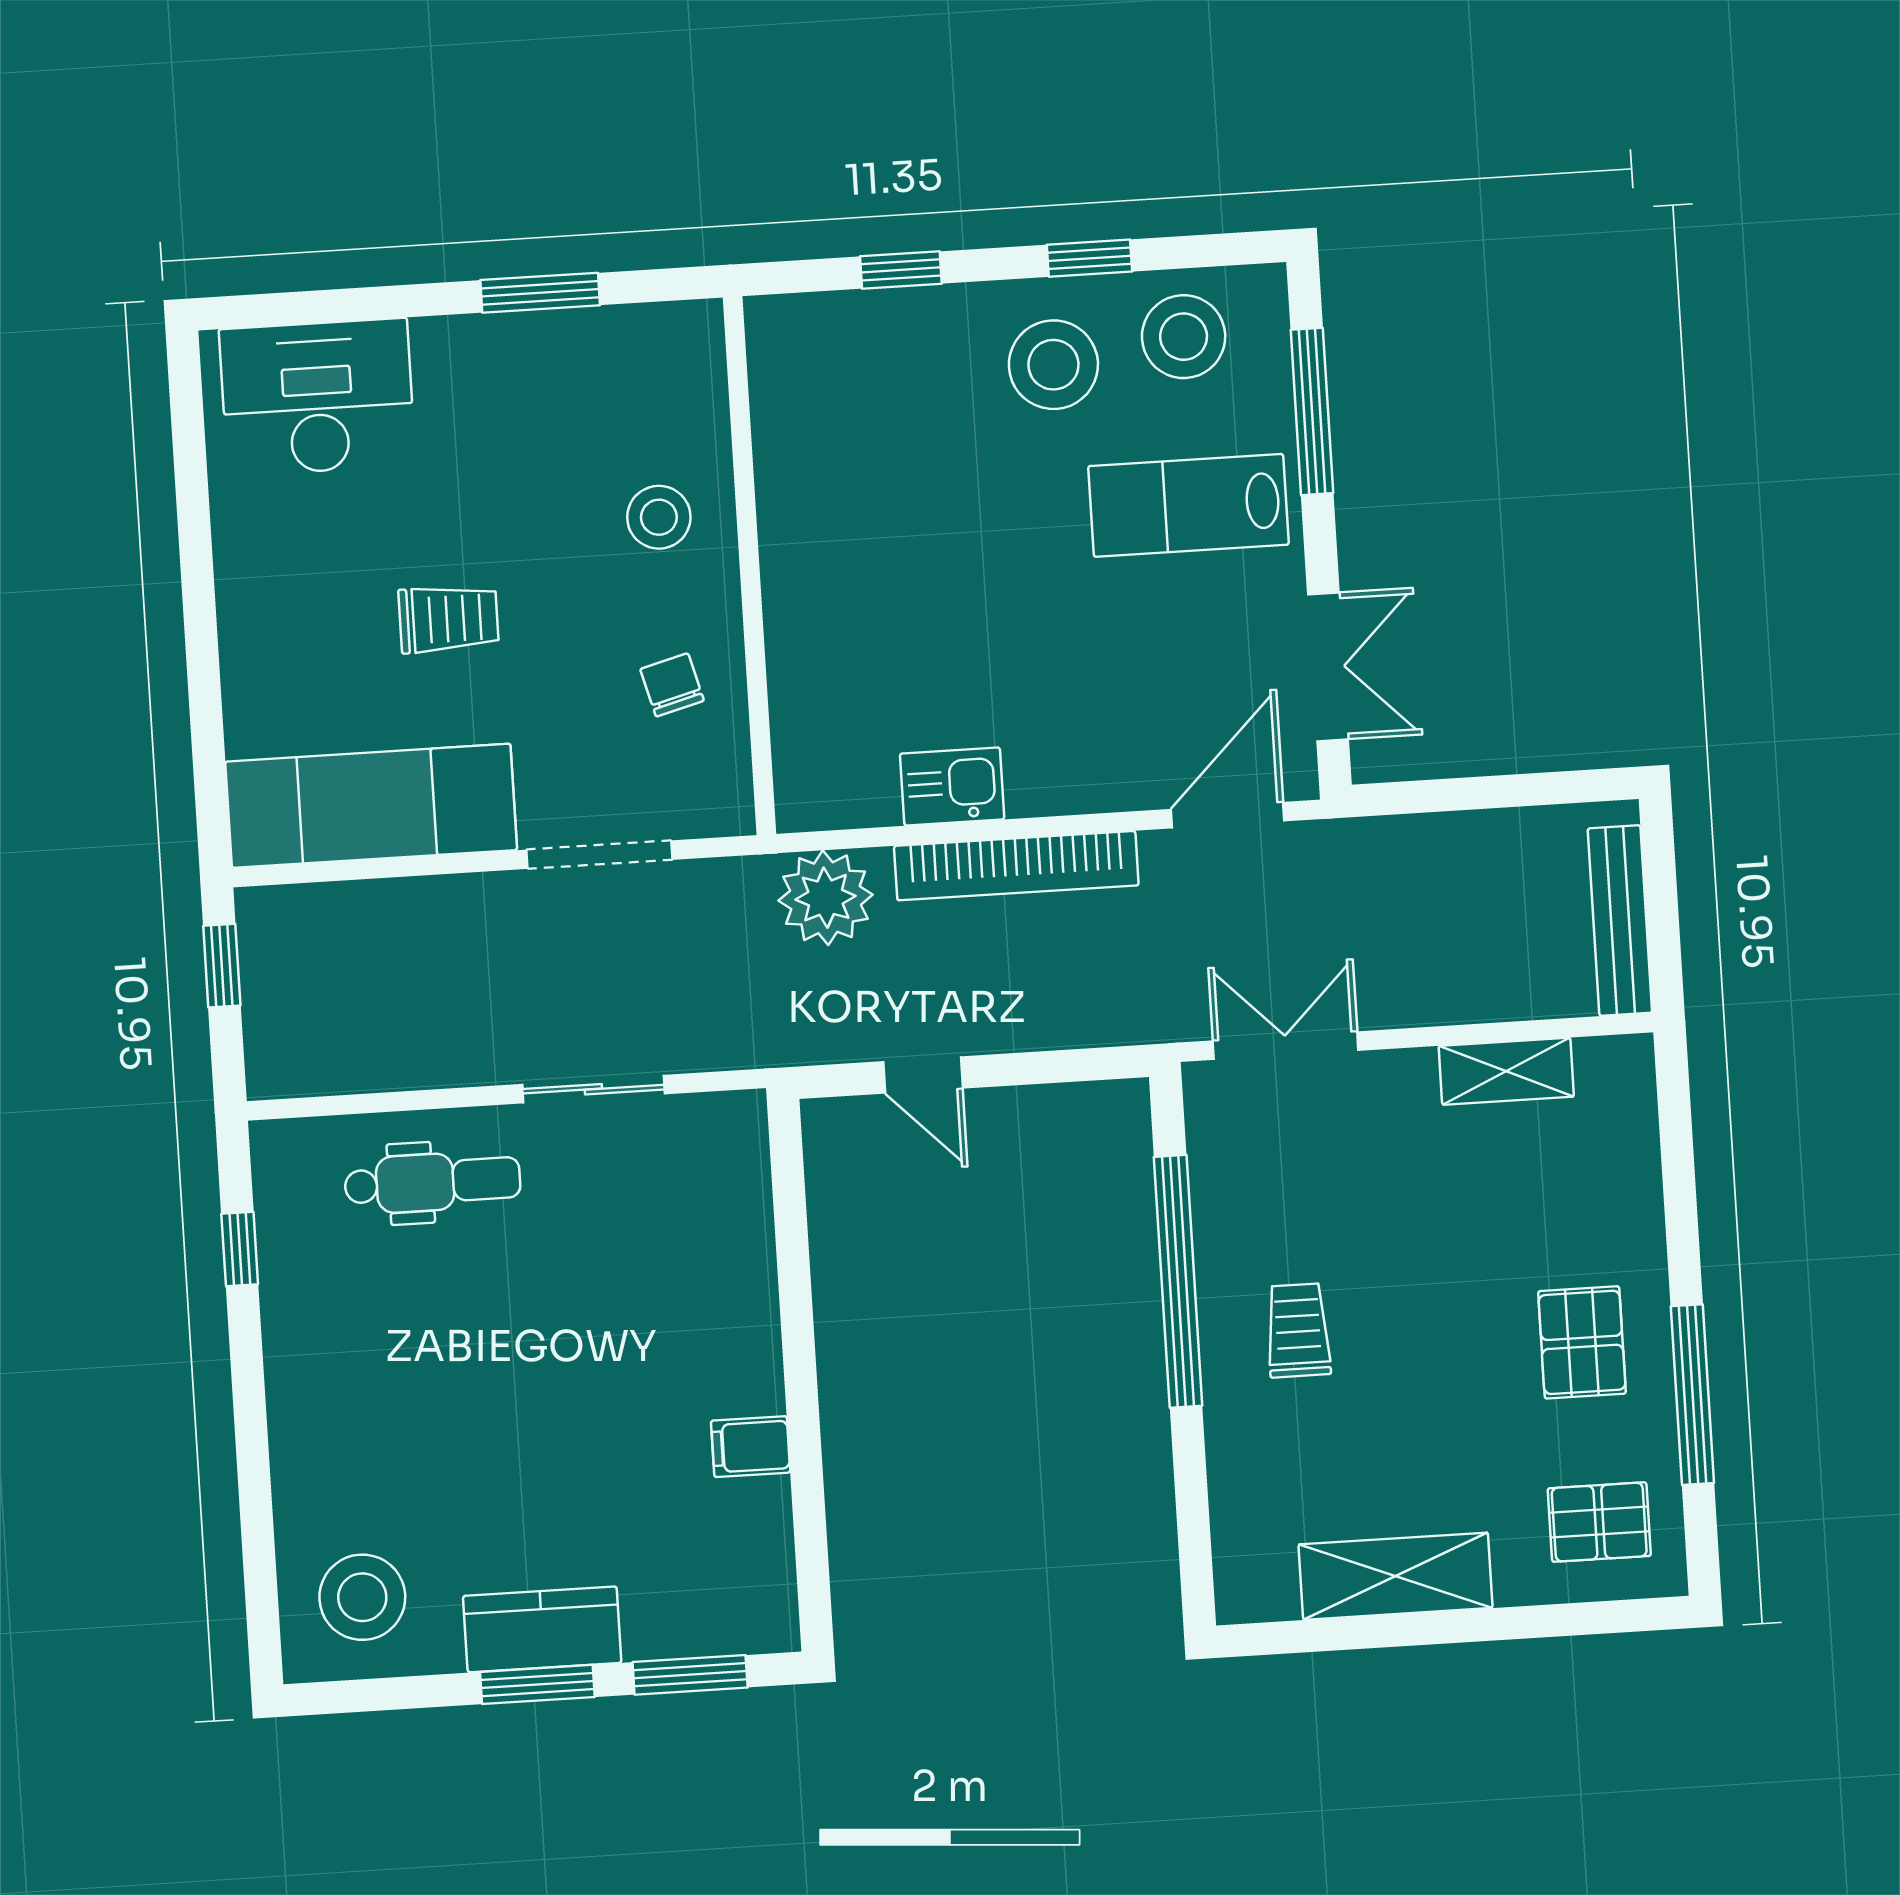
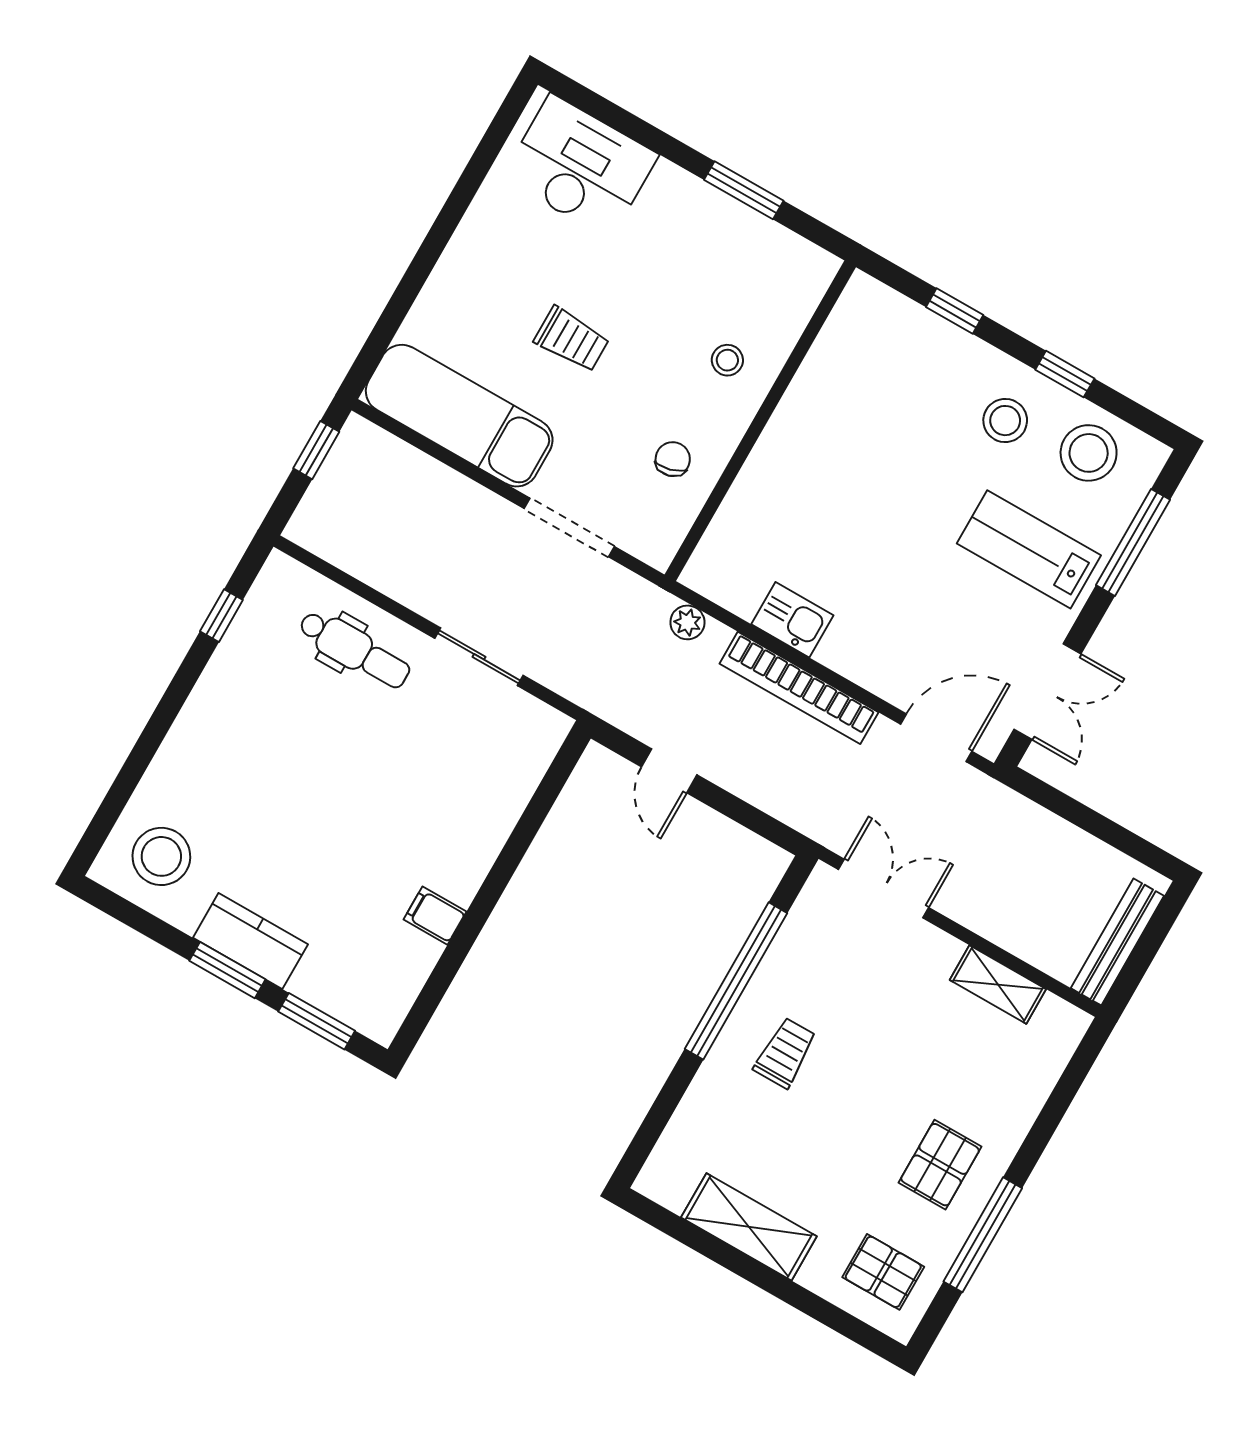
stool: (1053, 365) -> (1005, 421), width x0.73, depth x0.73
stool: (659, 517) -> (727, 360), width x0.73, depth x0.73
plant: (826, 898) -> (687, 622), width x0.53, depth x0.53

